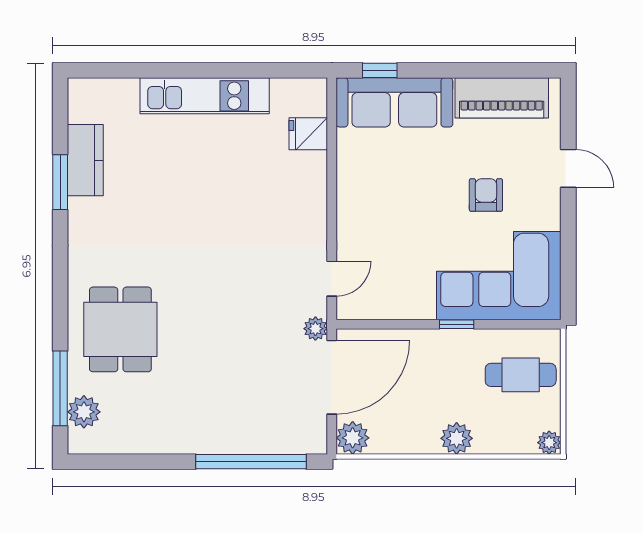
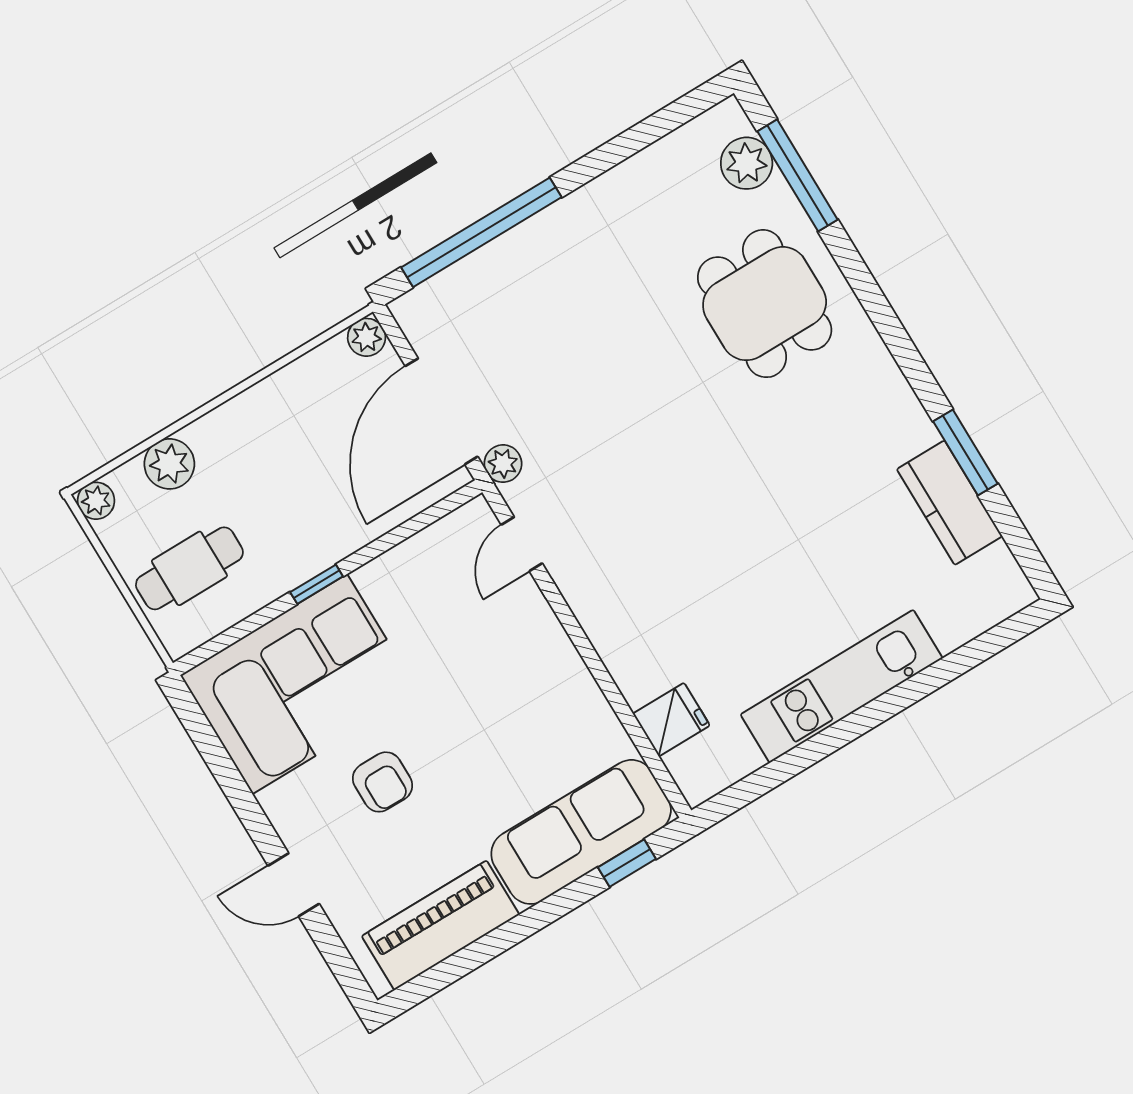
plant: (353, 438) -> (367, 337), width x0.73, depth x0.73
plant: (457, 438) -> (169, 464), moved

